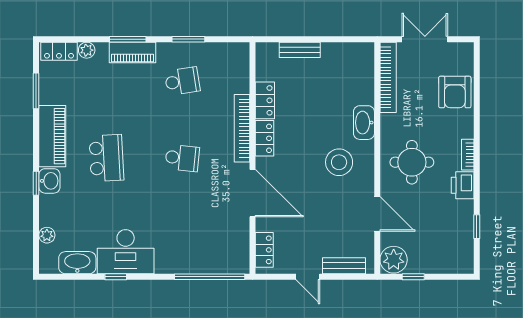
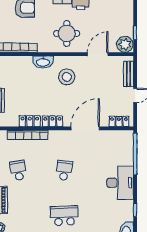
bookcase: (242, 128) -> (27, 135), moved
desk: (126, 252) -> (120, 183), moved

